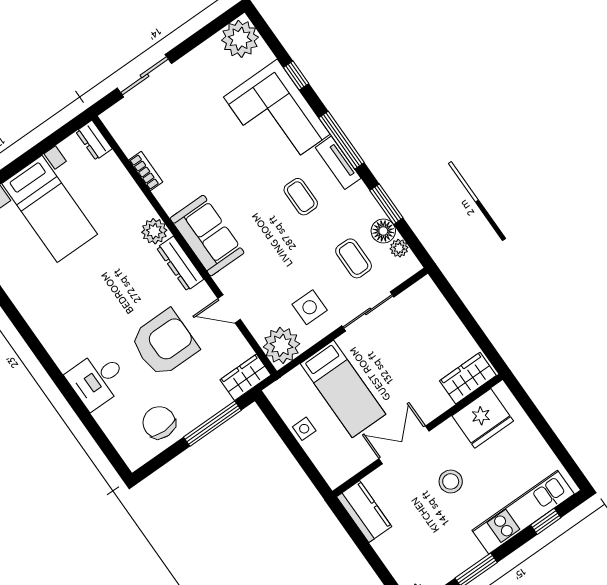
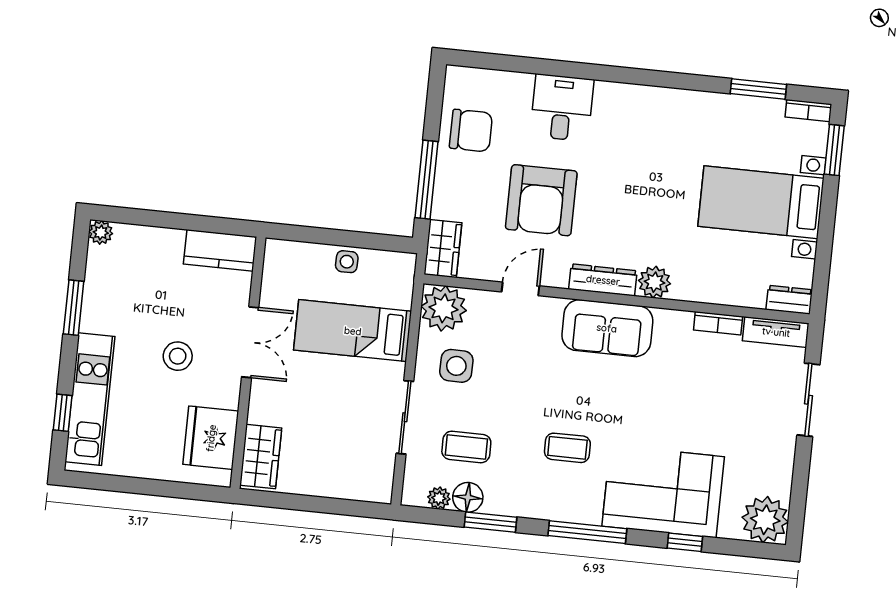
tv unit: (338, 163) -> (776, 332), moved, turned 180

